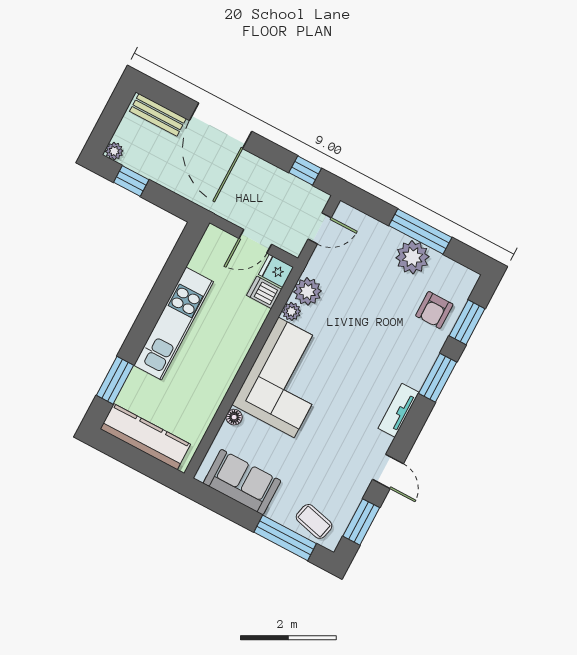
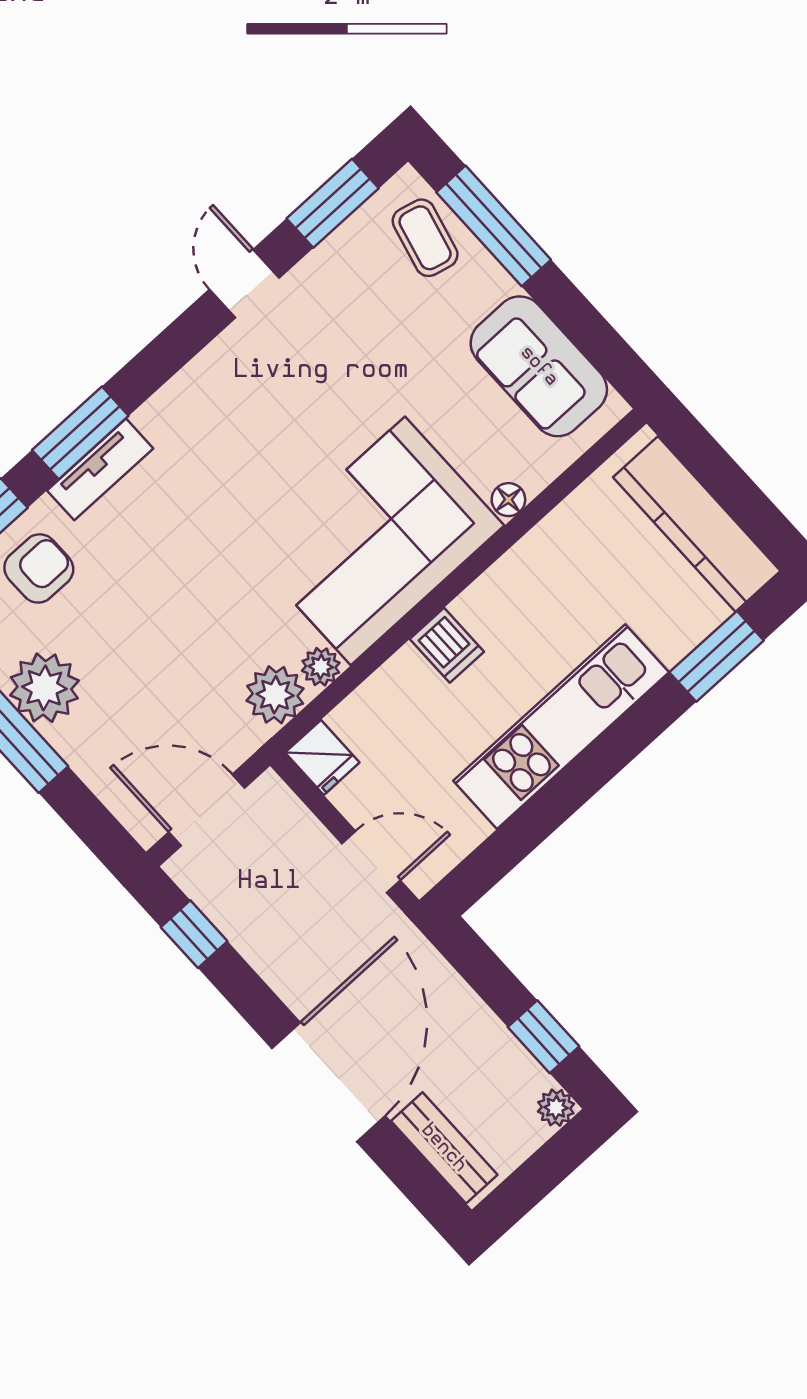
door: (320, 228) -> (207, 810), width x1.38
door: (255, 241) -> (371, 862), moved
dishwasher: (264, 292) -> (447, 645), moved
tv unit: (399, 410) -> (100, 469), moved

